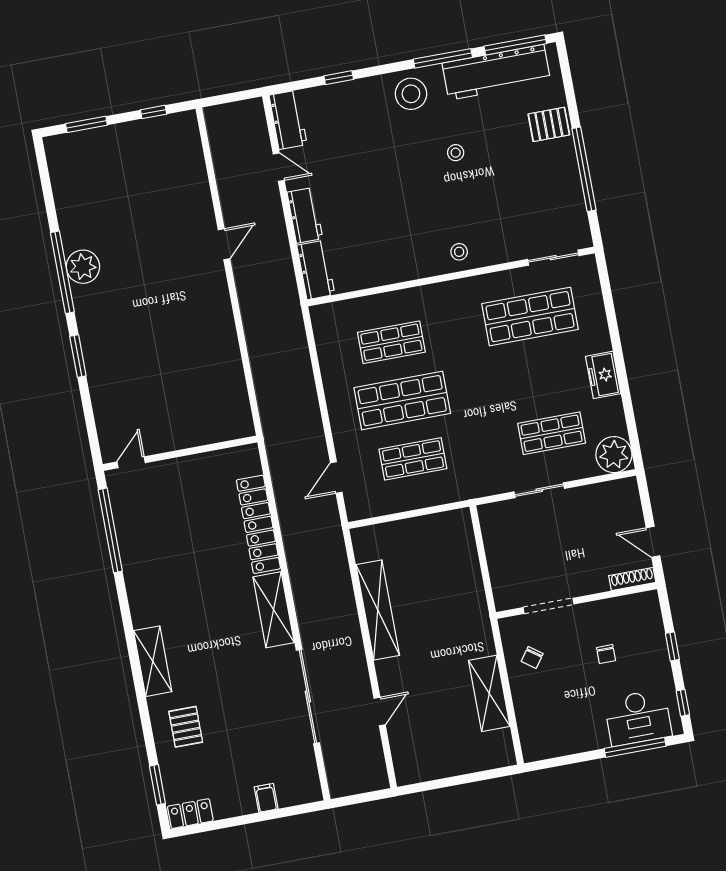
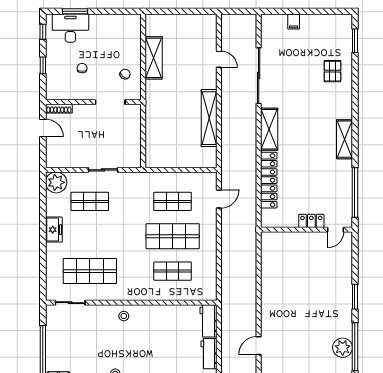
shelving: (153, 661) -> (344, 139), moved
door: (380, 711) -> (219, 59), swing flipped
window: (635, 747) -> (75, 11), width x0.69
locker: (190, 814) -> (311, 221), moved, turned 180

